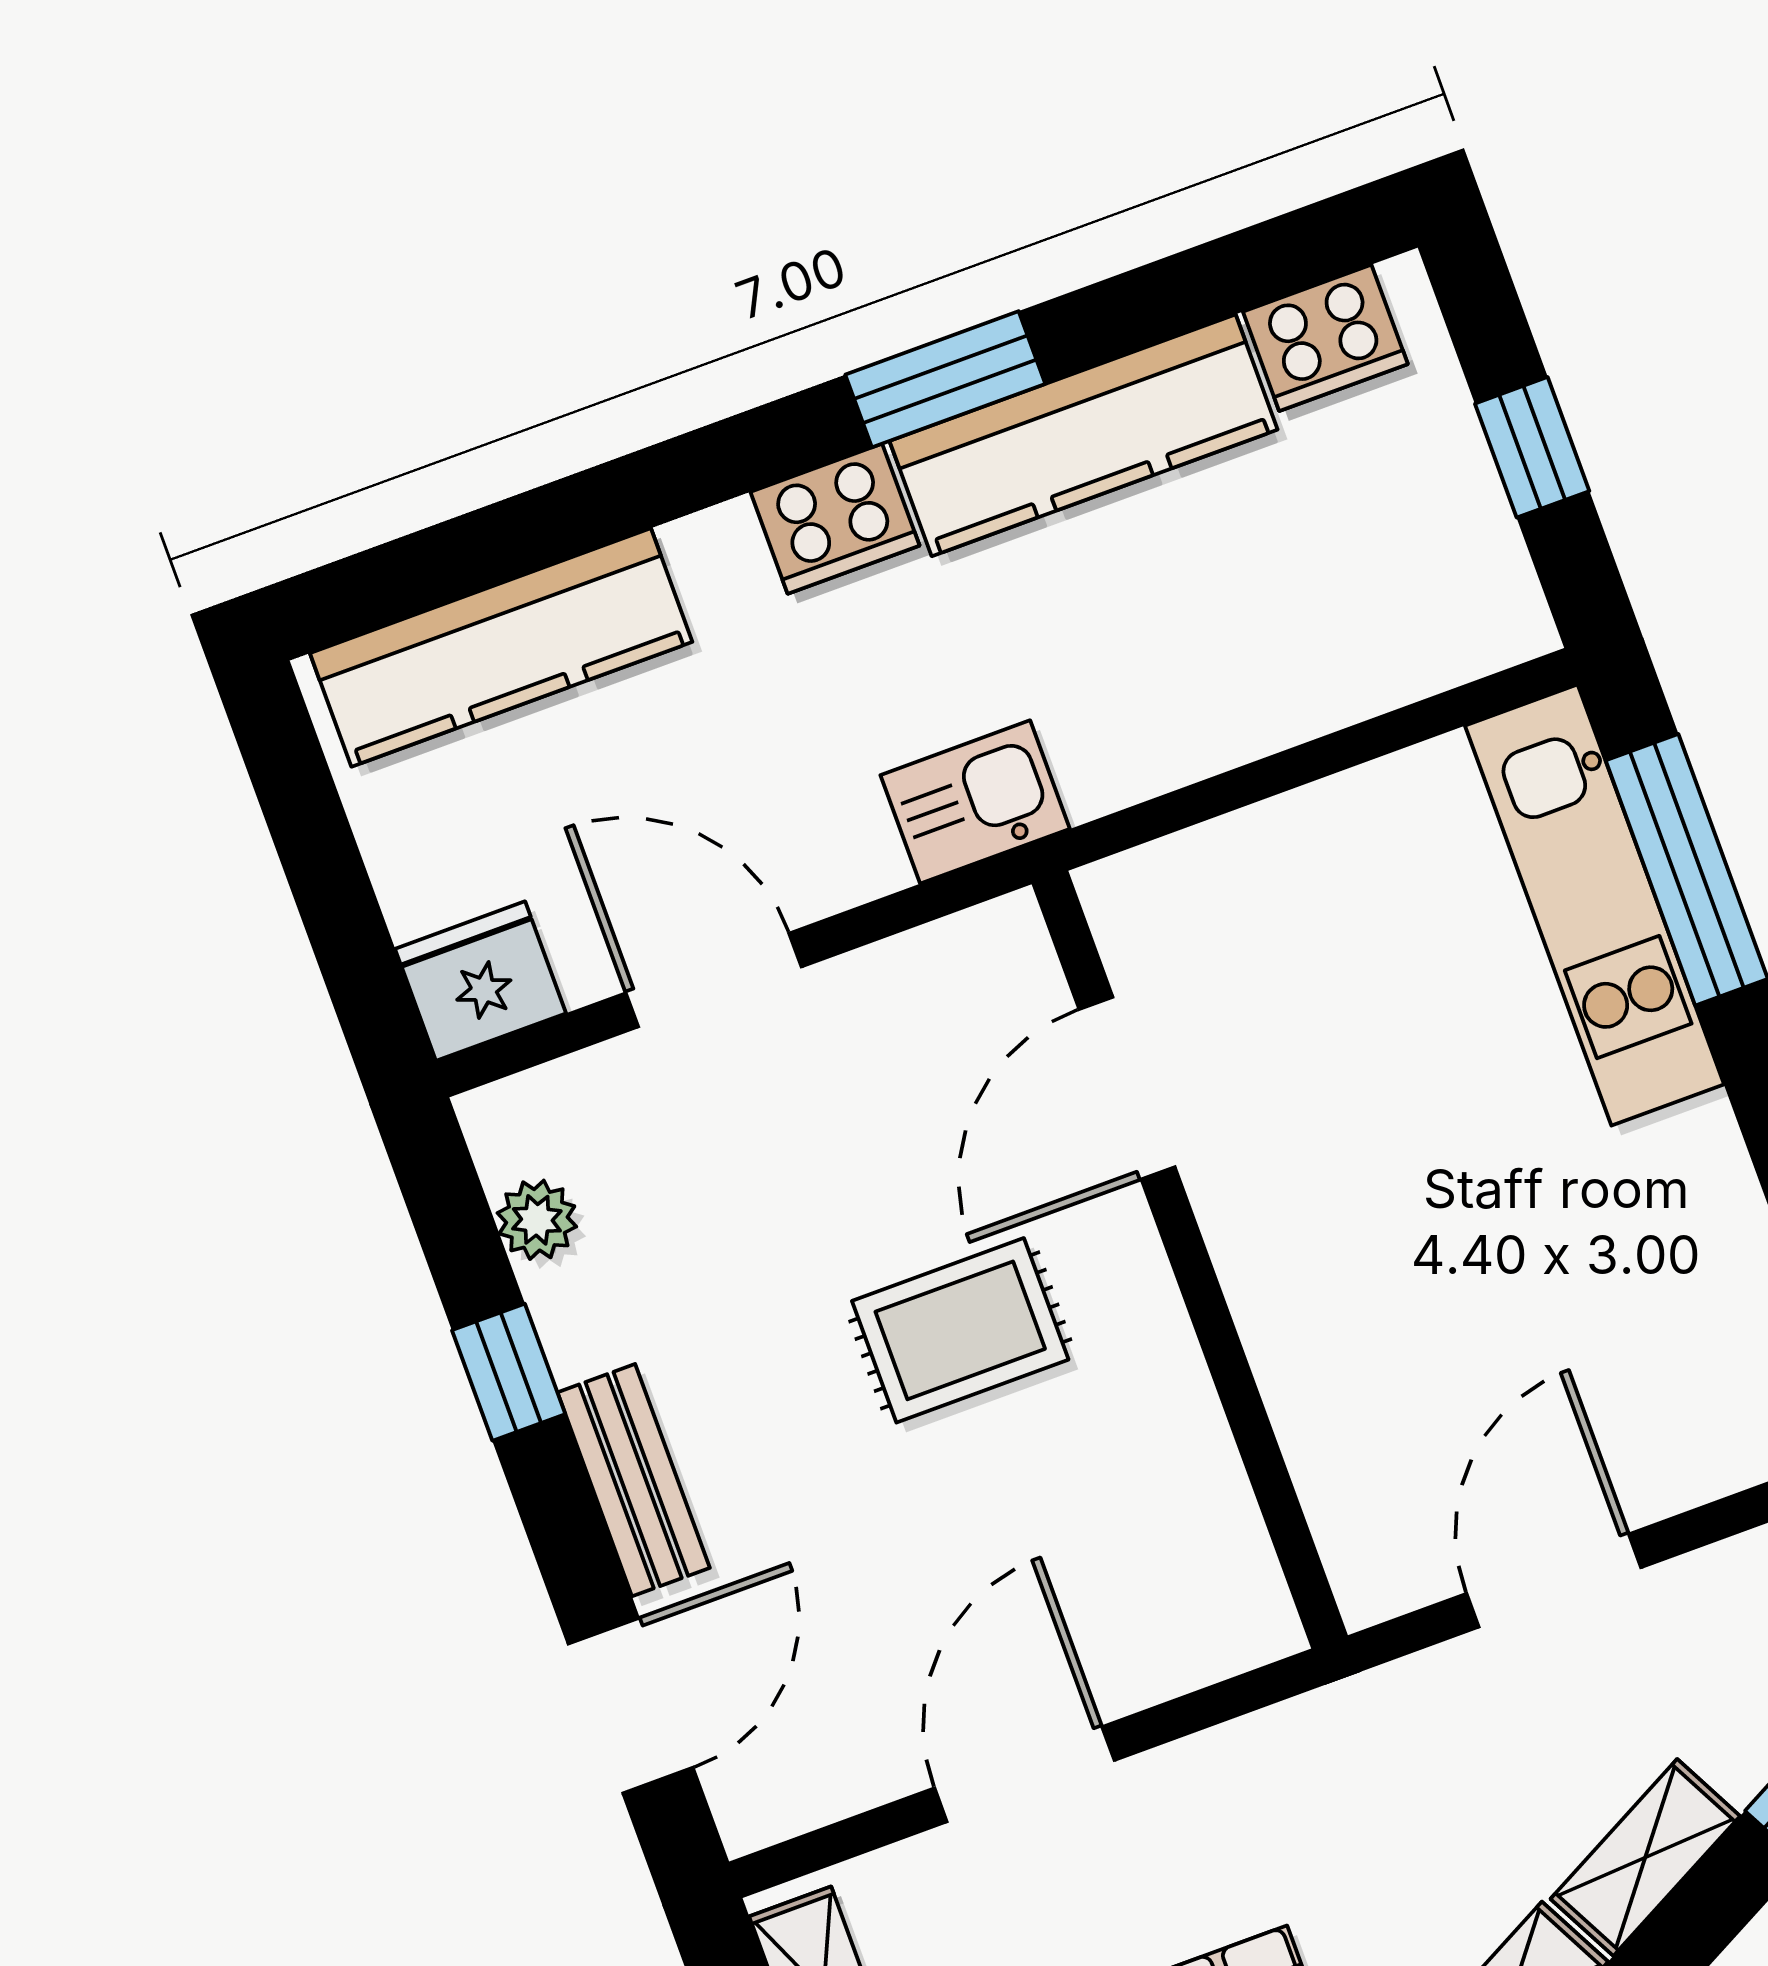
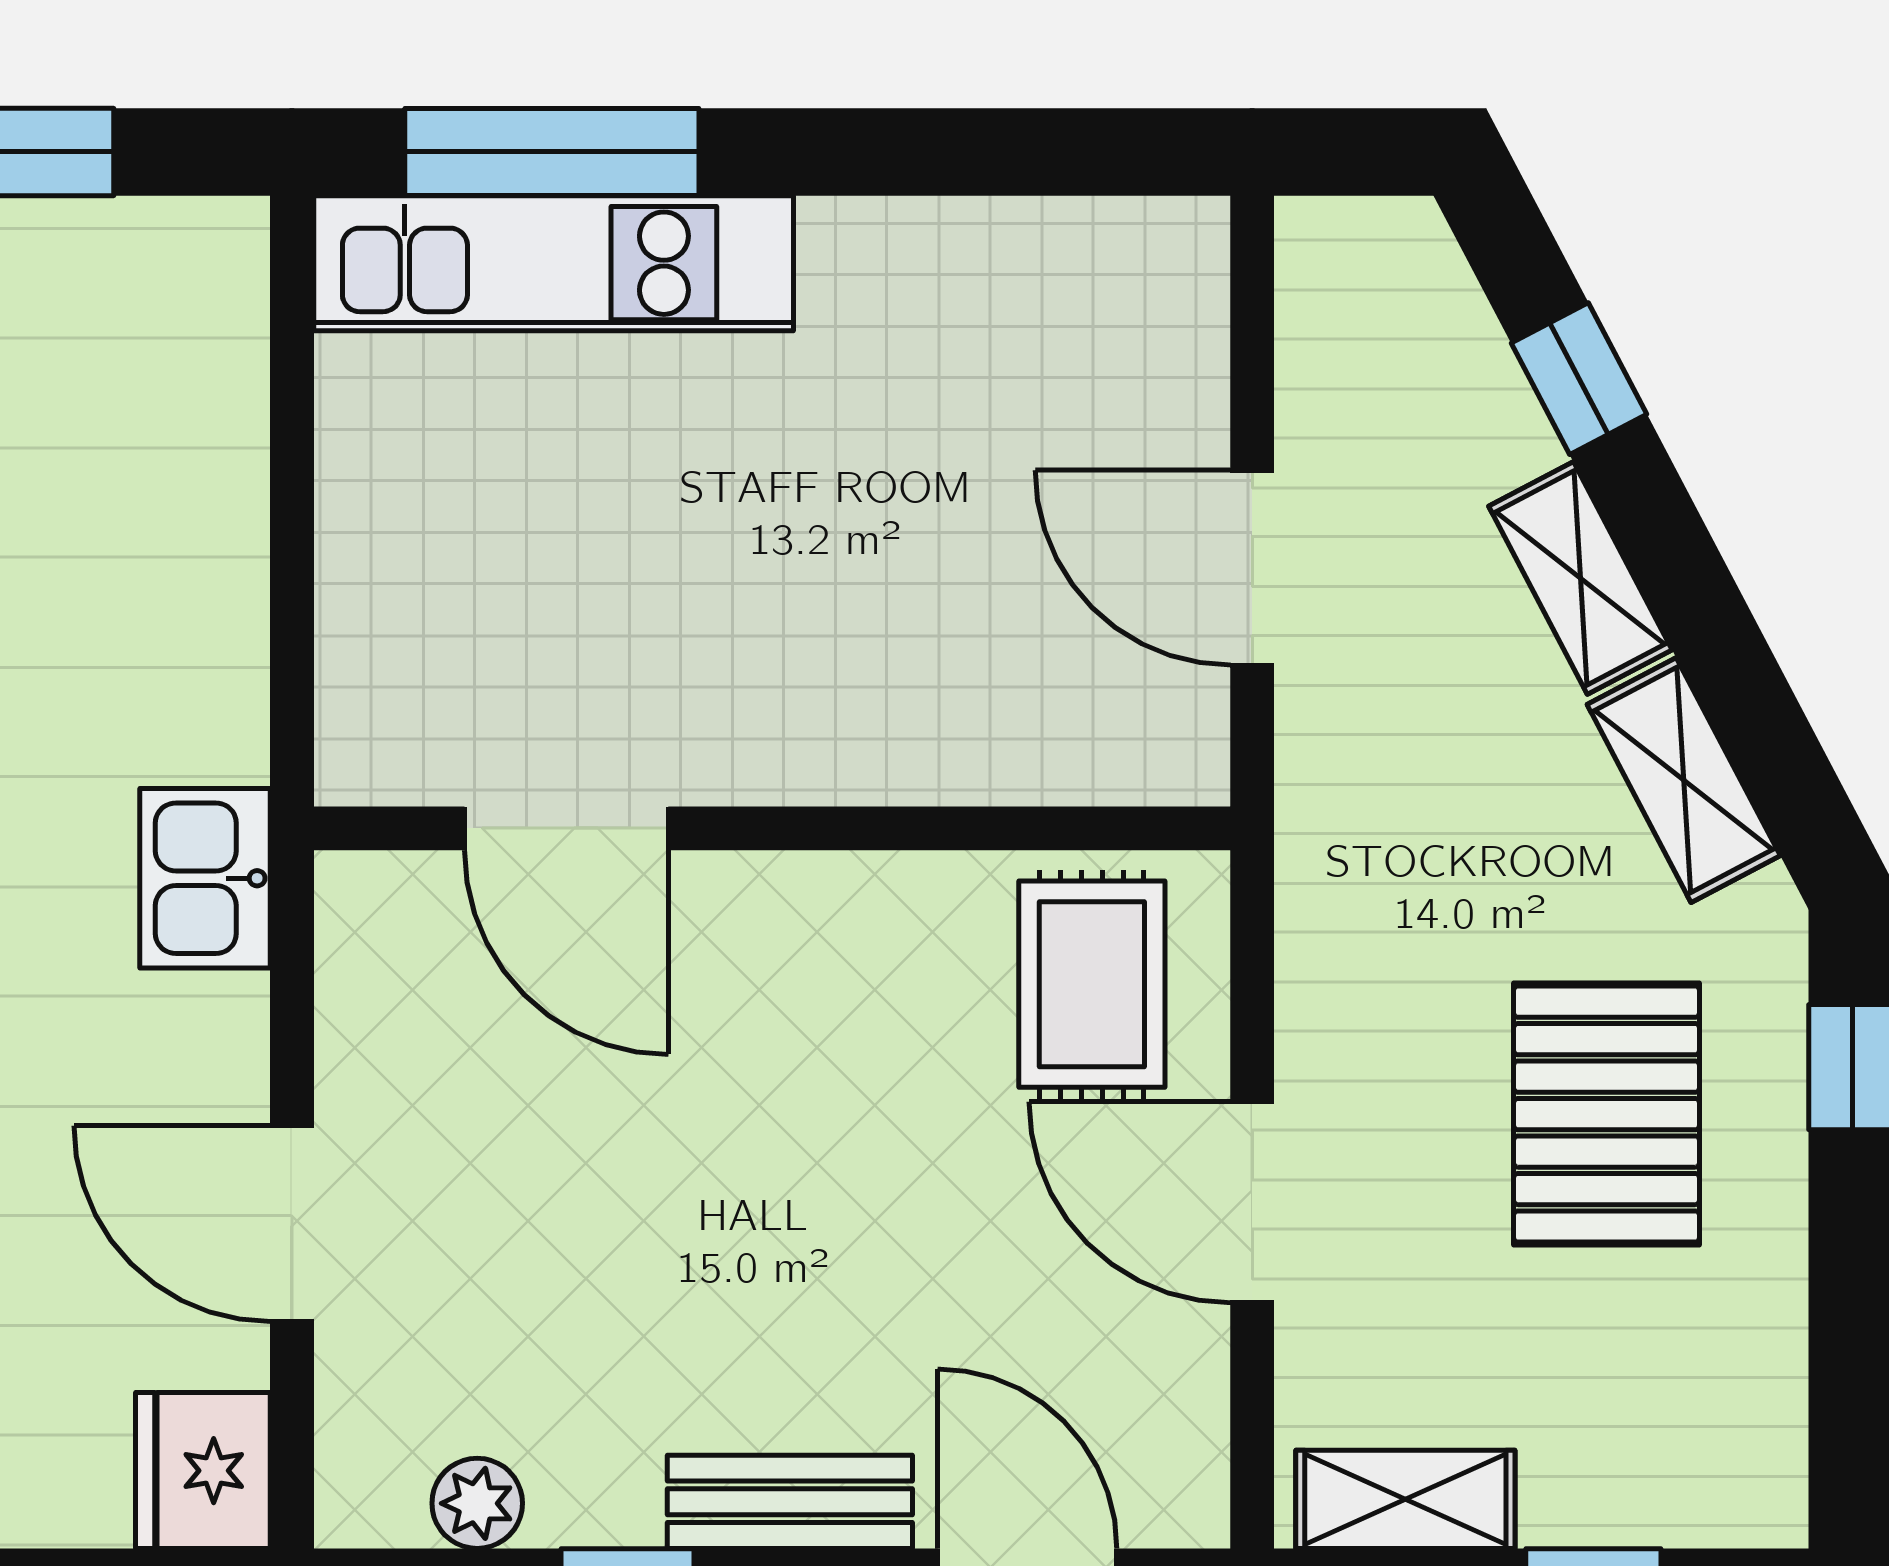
door: (714, 980) -> (292, 1224), hinge flipped
rug: (960, 1330) -> (1092, 984), moved

